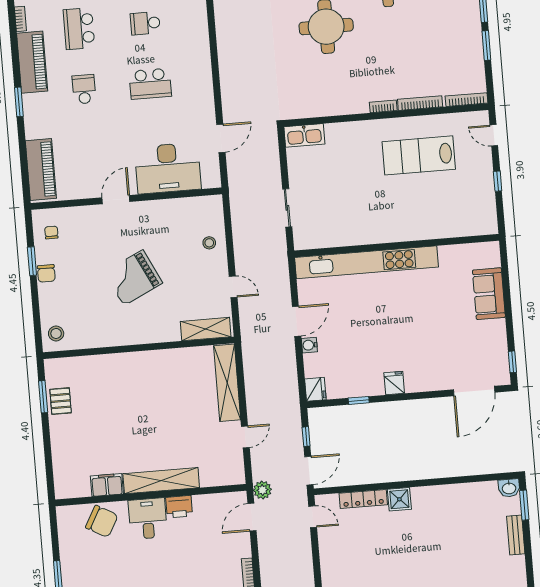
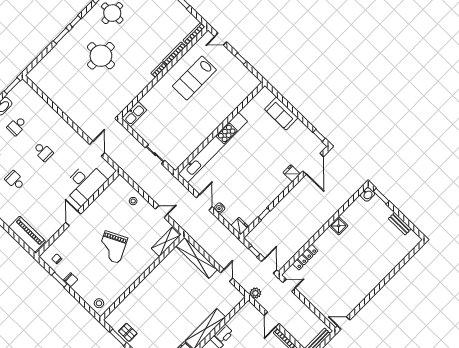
school desk: (150, 84) -> (43, 152), width x0.54
fridge: (394, 383) -> (292, 173), moved
shower: (399, 499) -> (339, 226), moved
door: (252, 517) -> (272, 320), moved
bench: (516, 535) -> (400, 224), moved

